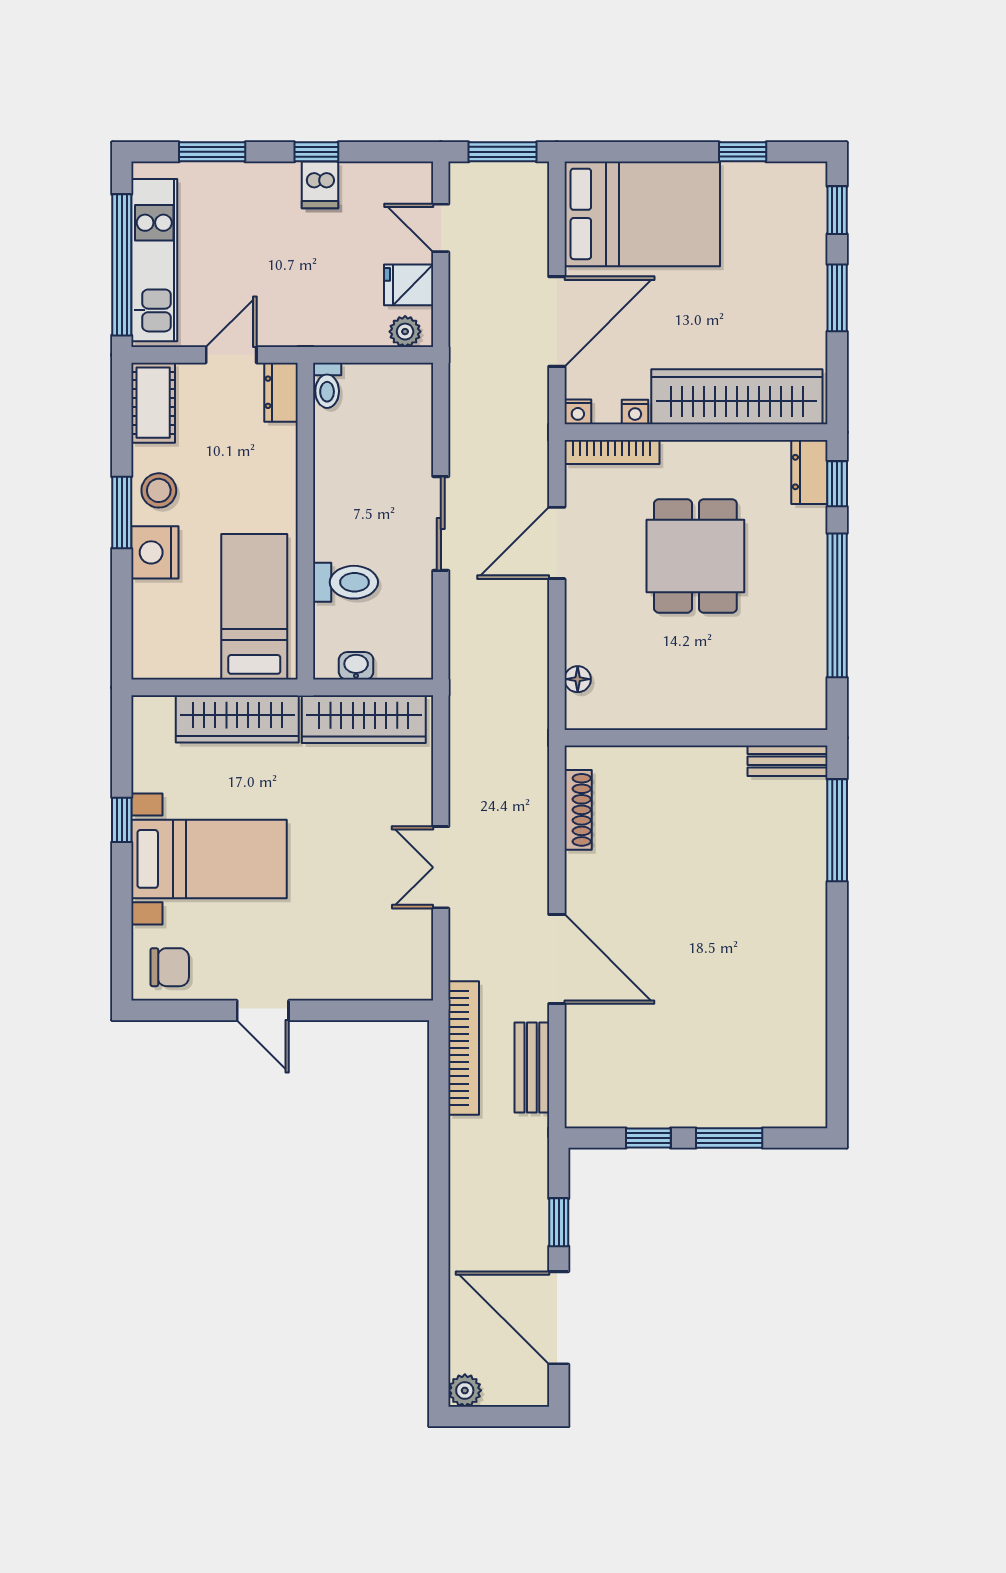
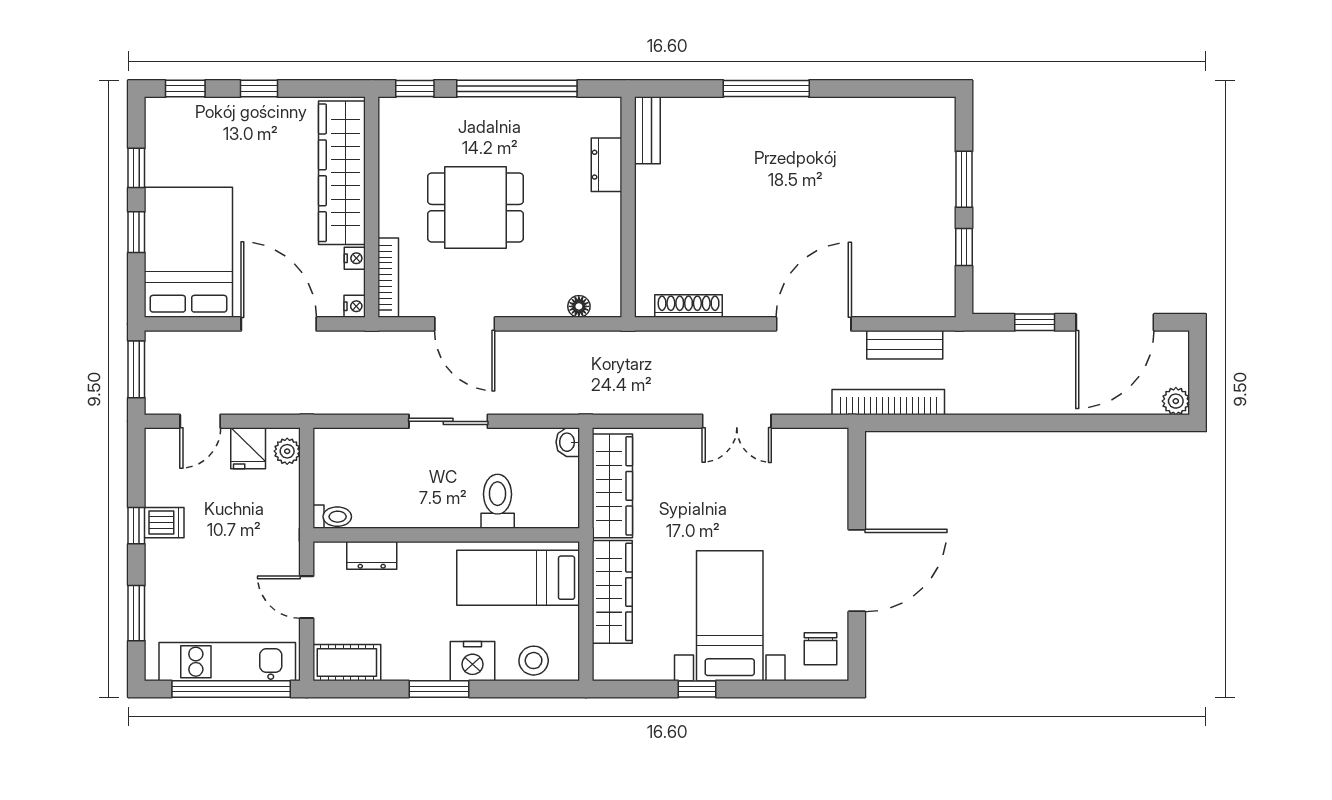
window: (666, 152) -> (136, 232), added
window: (837, 298) -> (259, 89), width x0.67
dresser: (281, 392) -> (372, 555), moved
dresser: (809, 472) -> (606, 165), moved, turned 90
stool: (159, 490) -> (534, 661), moved
washbasin: (356, 666) -> (568, 442), moved
window: (837, 830) -> (766, 89), moved
chair: (170, 967) -> (821, 649), turned 180
door: (263, 1010) -> (857, 571), width x1.87

